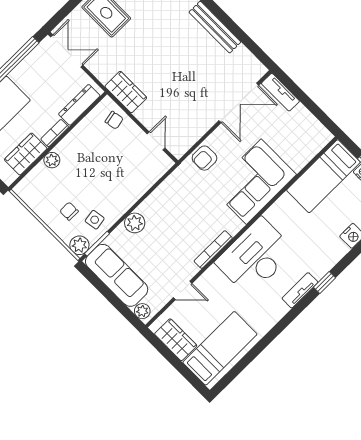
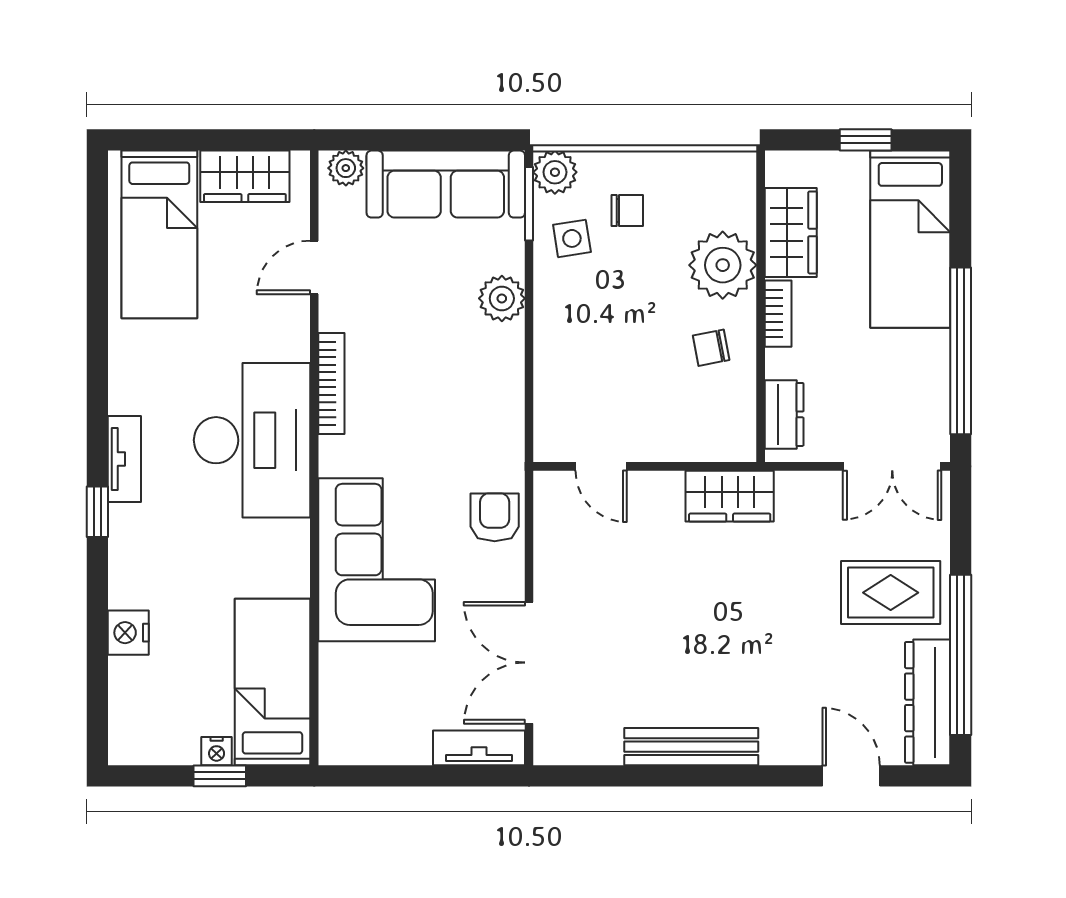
dresser: (79, 105) -> (784, 414), width x0.70
chair: (114, 120) -> (711, 348), moved
plant: (52, 160) -> (723, 265), width x1.87, depth x1.87

